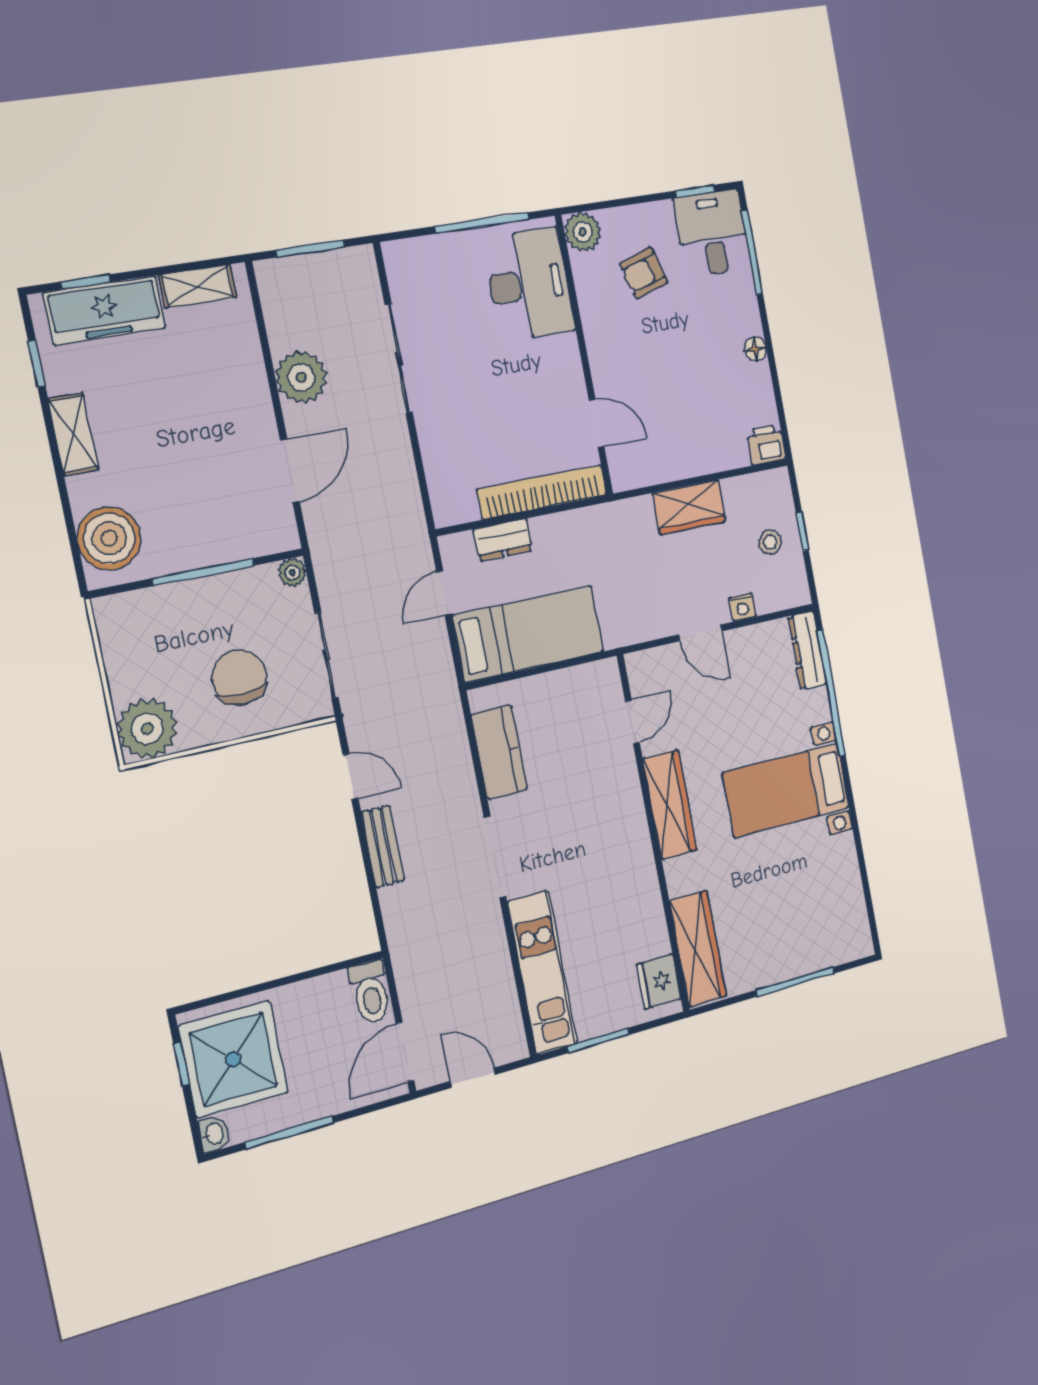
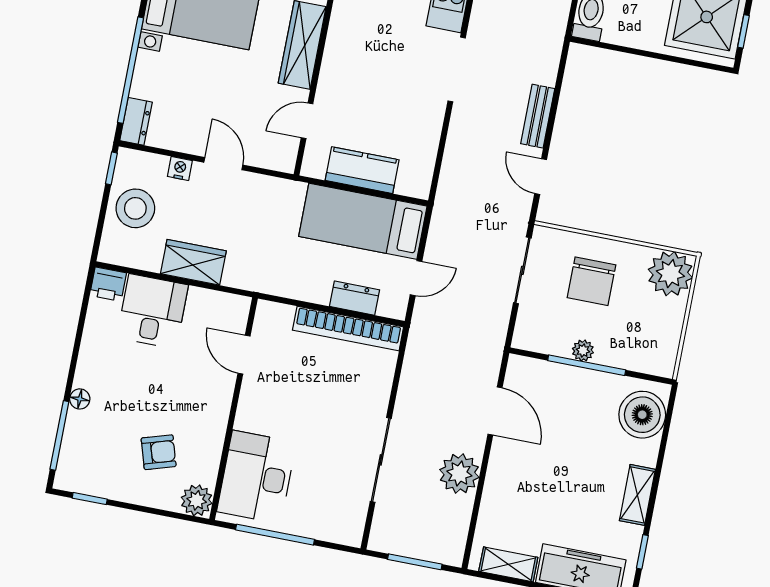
desk: (712, 233) -> (152, 311), moved, turned 180
floor lamp: (755, 349) -> (80, 399), moved
door: (290, 471) -> (495, 411), swing flipped
bookcase: (542, 492) -> (348, 328), moved
window: (802, 531) -> (111, 168), moved
stool: (770, 542) -> (135, 208), width x1.89, depth x1.89
plant: (292, 573) -> (583, 351), moved
dresser: (807, 650) -> (136, 121), width x0.70
kitchen counter: (499, 752) -> (362, 170), moved, turned 90

